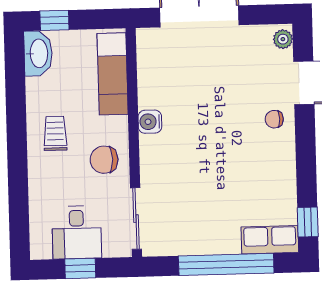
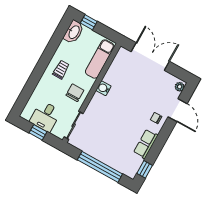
chair: (104, 160) -> (75, 93), turned 90
row of seats: (270, 240) -> (146, 144), moved, turned -90

